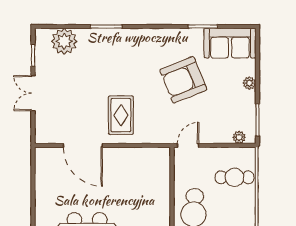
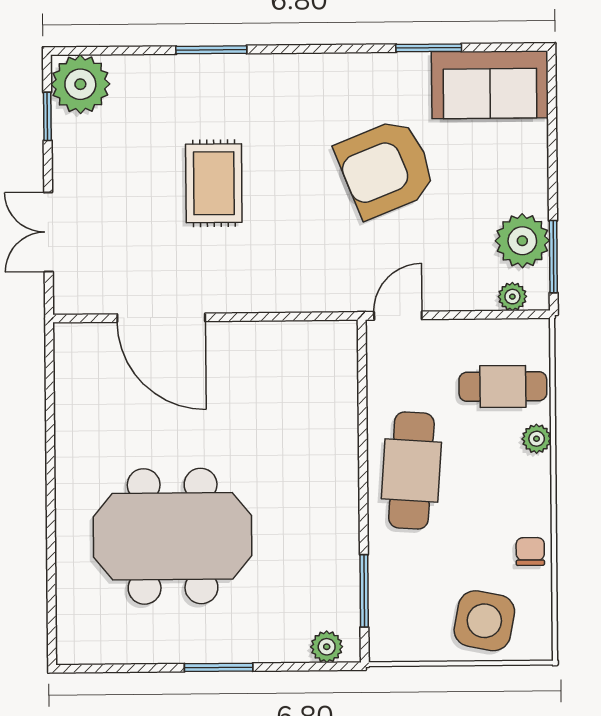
plant: (64, 41) -> (80, 84), moved
plant: (249, 83) -> (522, 241), moved, width x1.88, depth x1.88
double door: (33, 93) -> (48, 232), moved
rug: (121, 115) -> (214, 183), moved
plant: (249, 201) -> (537, 439), added

